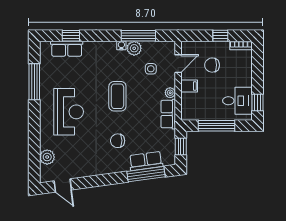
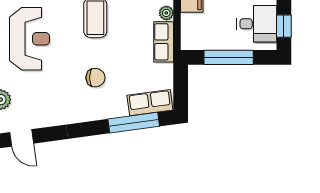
chair: (118, 141) -> (95, 78), turned 180
window: (181, 146) -> (181, 85), removed
row of seats: (146, 161) -> (150, 103), moved

